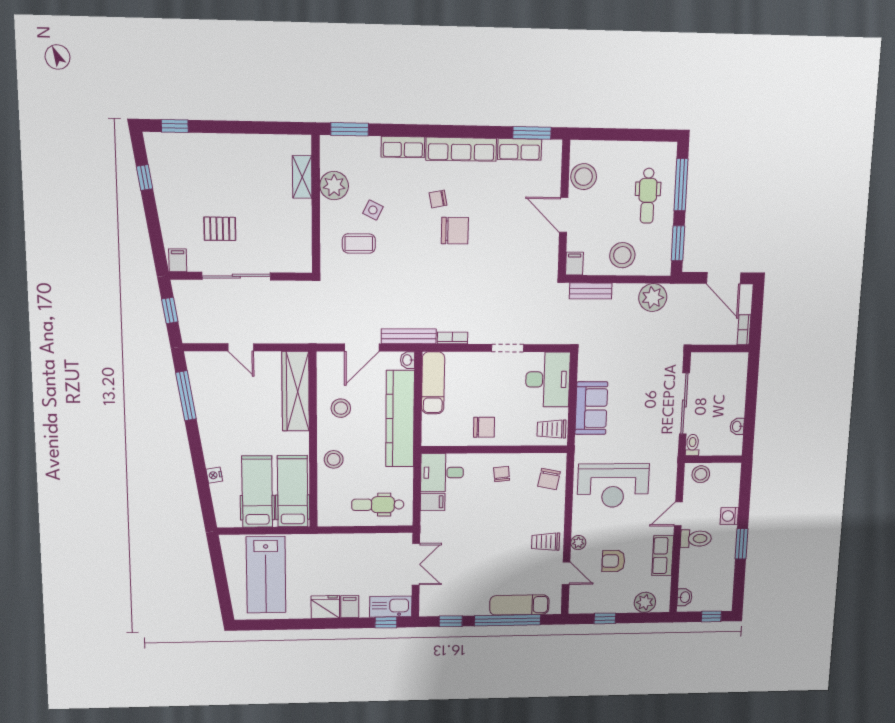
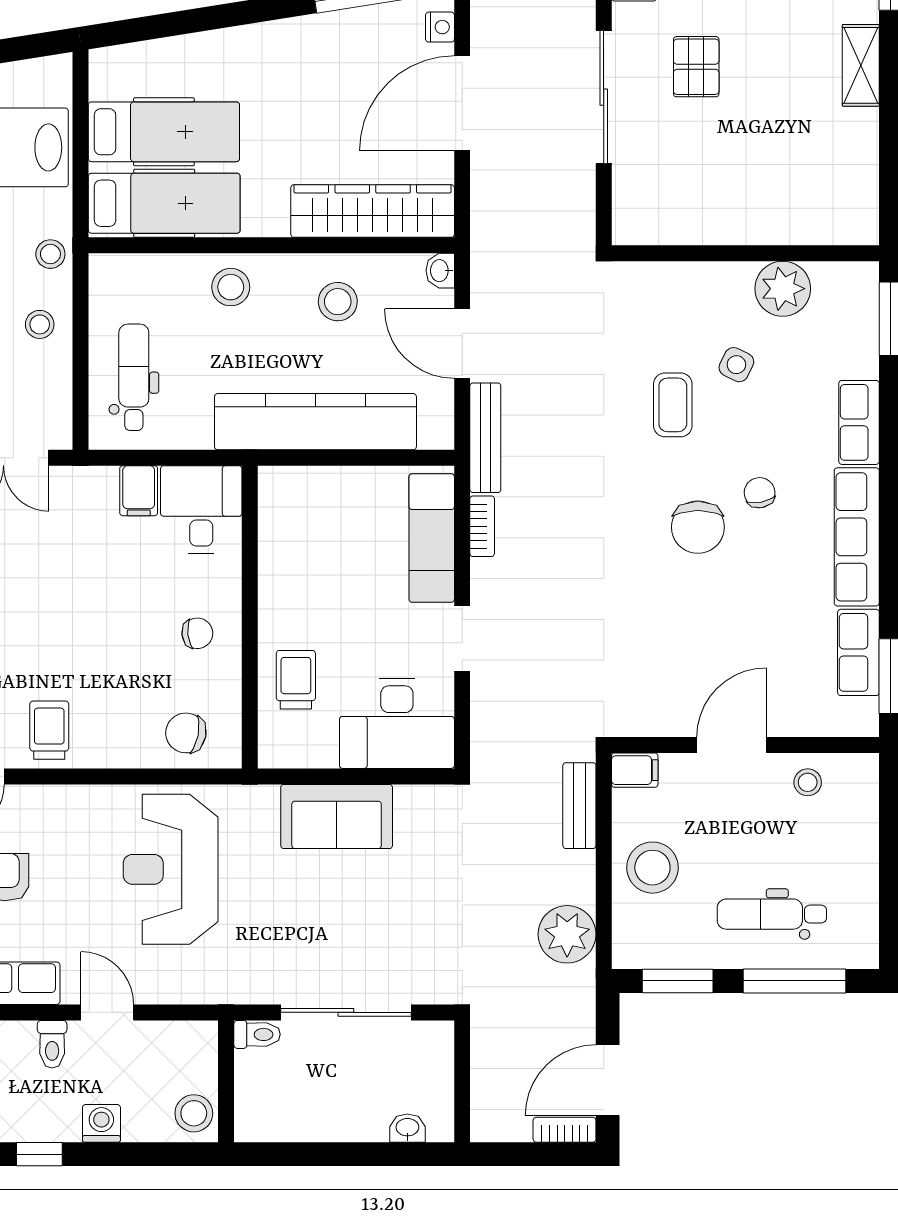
shelving: (302, 177) -> (861, 65), moved, turned 90
stool: (584, 177) -> (808, 782), width x0.53, depth x0.53
coffee table: (359, 243) -> (673, 405), moved
bookcase: (744, 330) -> (565, 1130), moved
door: (241, 347) -> (462, 103), width x1.87
washbasin: (408, 360) -> (440, 271), moved, turned -90
exam couch: (433, 383) -> (432, 538), moved, turned 90
washbasin: (737, 426) -> (407, 1128), moved
chair: (484, 427) -> (297, 594), removed
trolley: (552, 429) -> (296, 680), moved
stool: (701, 474) -> (194, 1113), moved
nightstand: (214, 475) -> (440, 27), moved, turned 99
toilet: (696, 539) -> (52, 1044), width x0.73, depth x0.72
plant: (578, 543) -> (47, 800), removed
stool: (318, 544) -> (50, 254), added
window: (742, 544) -> (39, 1154), width x0.67
stool: (352, 549) -> (40, 324), added

